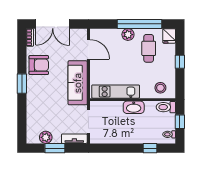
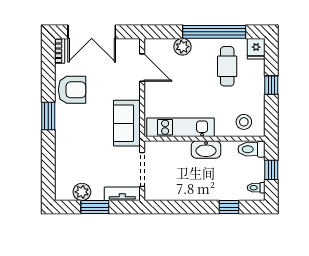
plant: (128, 35) -> (182, 47), moved
sofa: (78, 83) -> (127, 123), width x0.73

